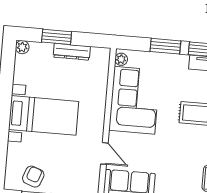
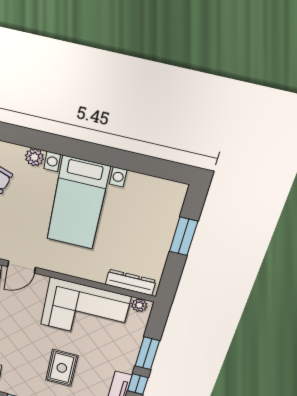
plant: (22, 47) -> (34, 157), moved
dresser: (72, 52) -> (131, 282), moved, turned 90

